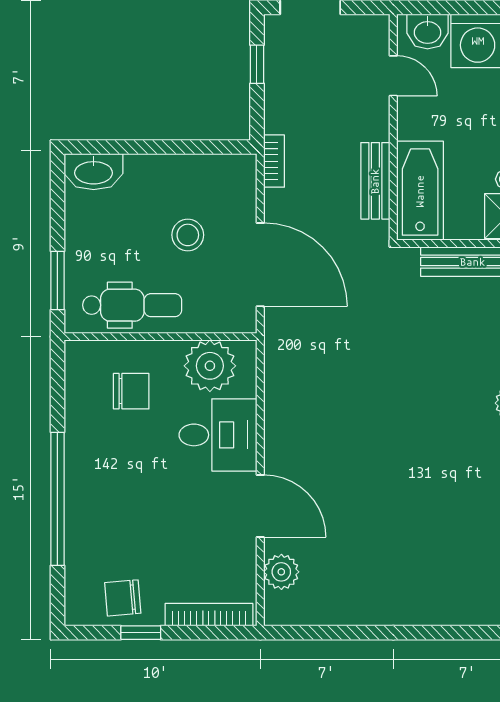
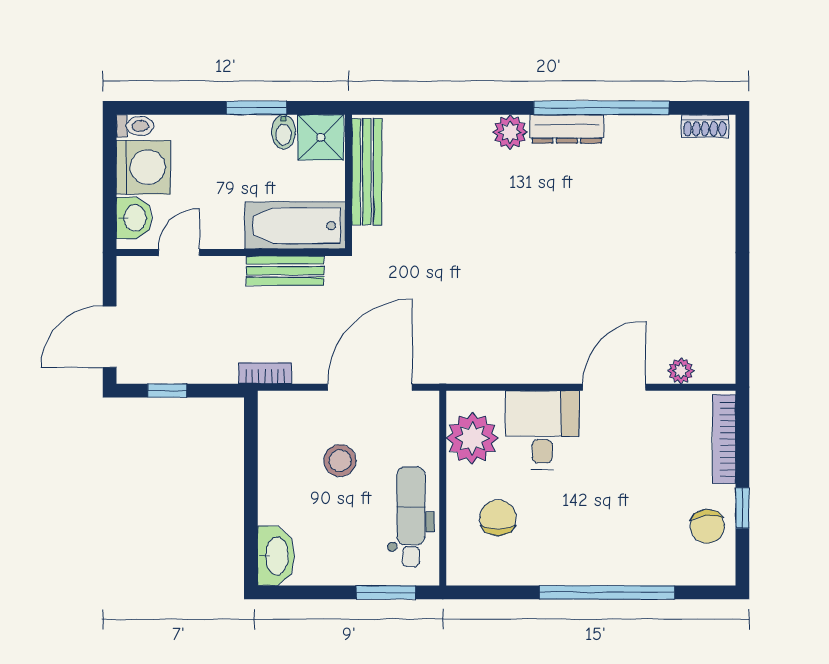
plant: (281, 572) -> (681, 371), width x0.73, depth x0.73

